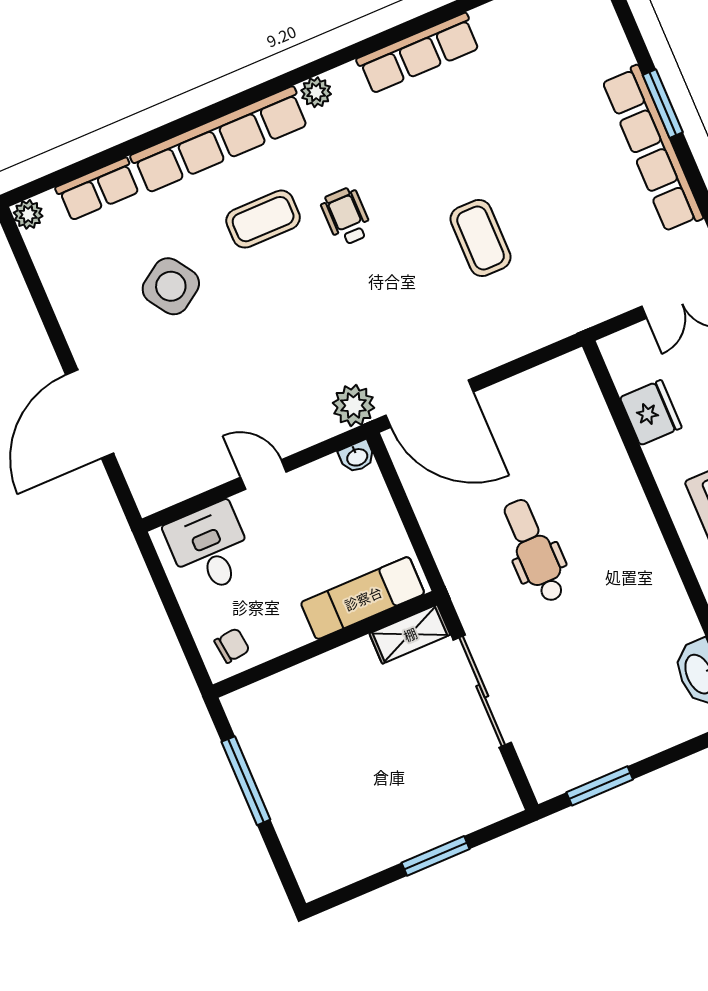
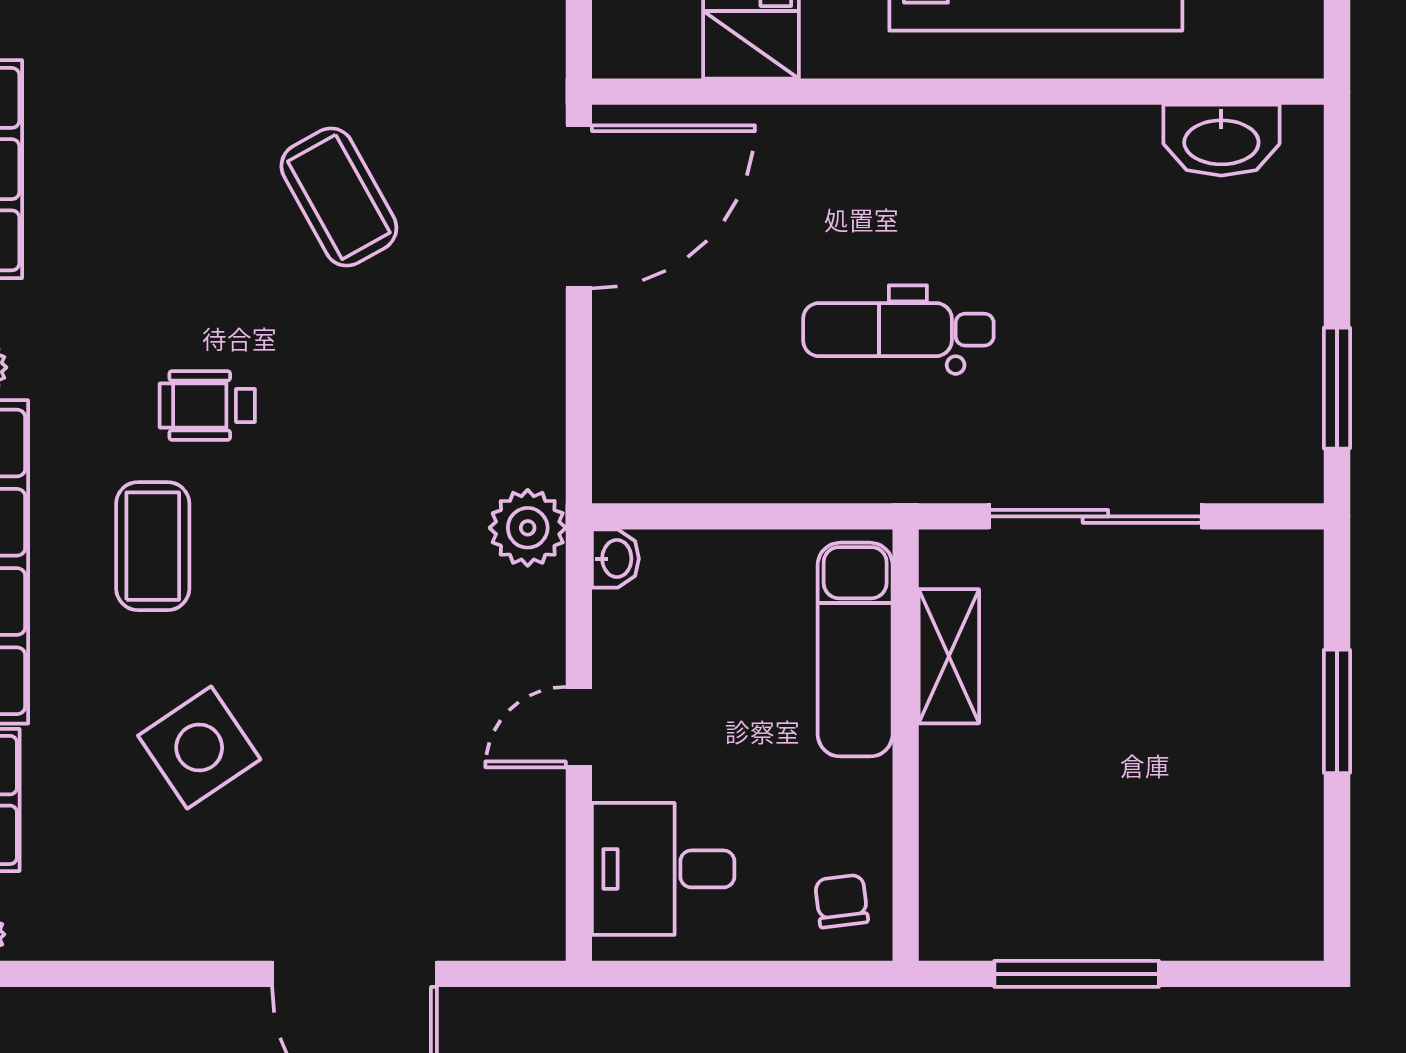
coffee table: (481, 238) -> (339, 197), turned 61
door: (430, 404) -> (579, 207), moved
shelving: (410, 634) -> (949, 656), moved

